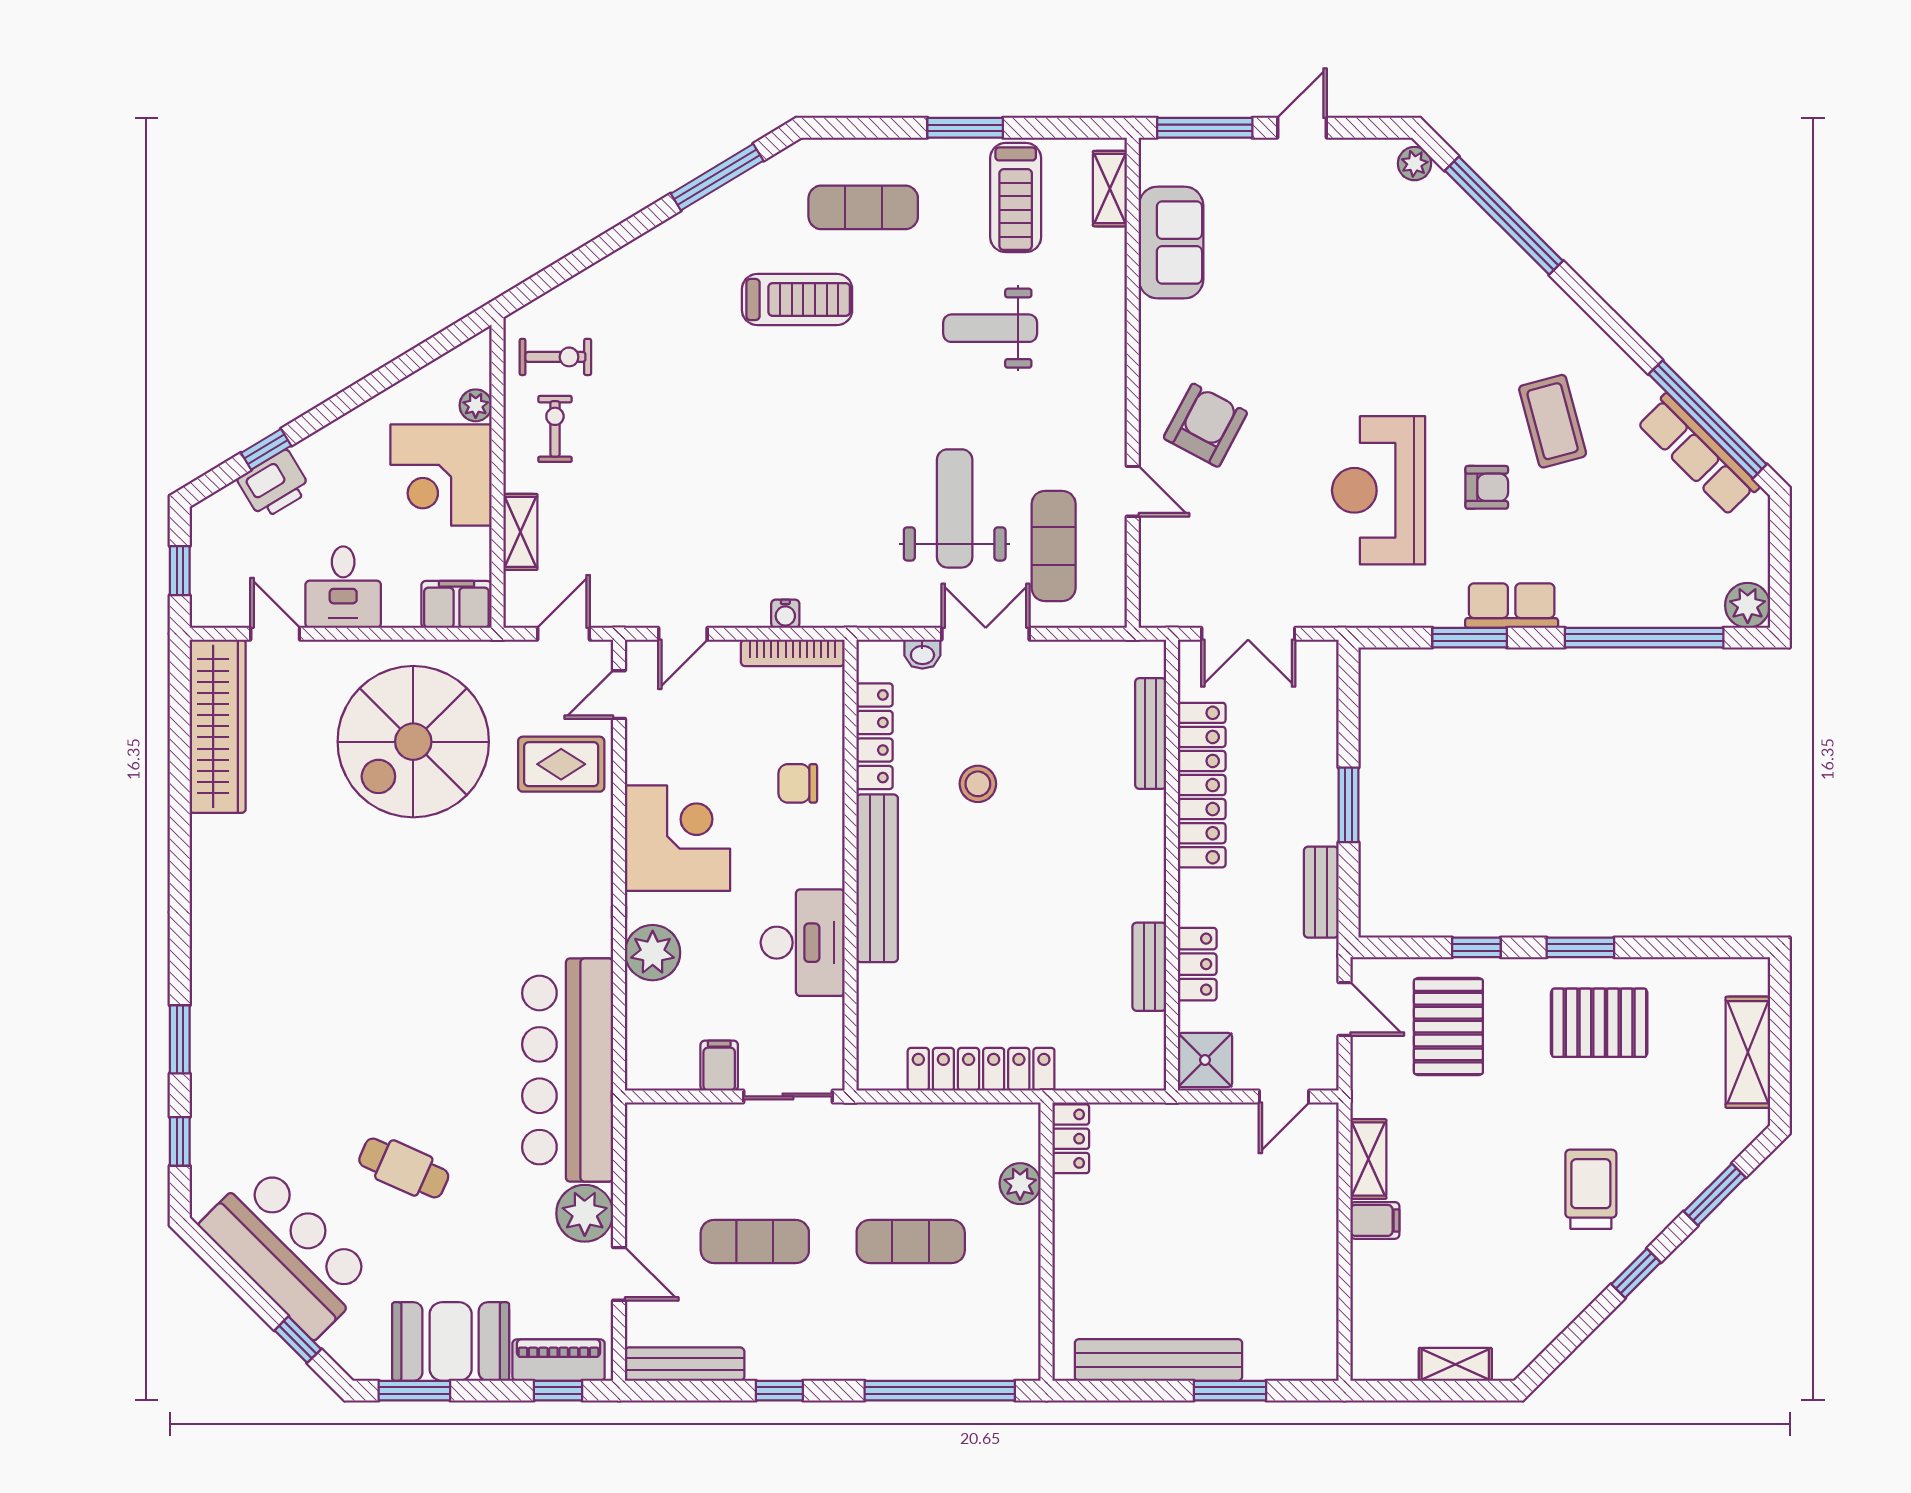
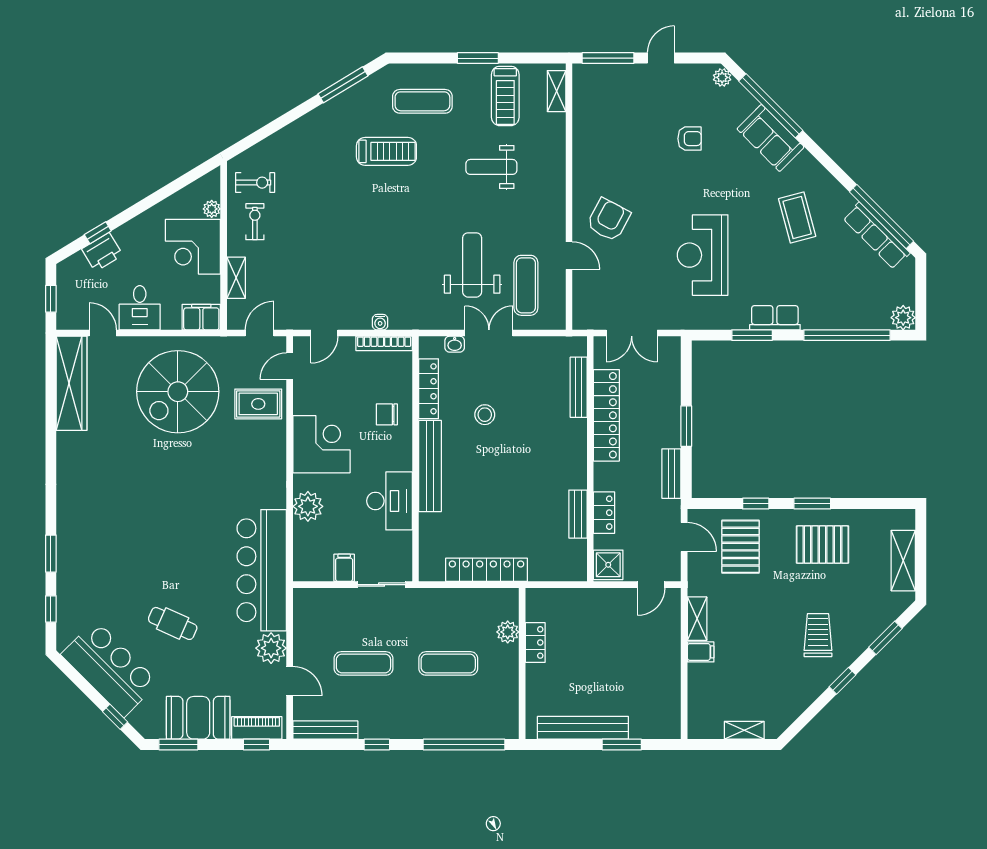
sofa: (1171, 242) -> (770, 138), moved, turned 135
armchair: (1487, 487) -> (690, 139), moved
locker: (1071, 1139) -> (535, 642), moved

